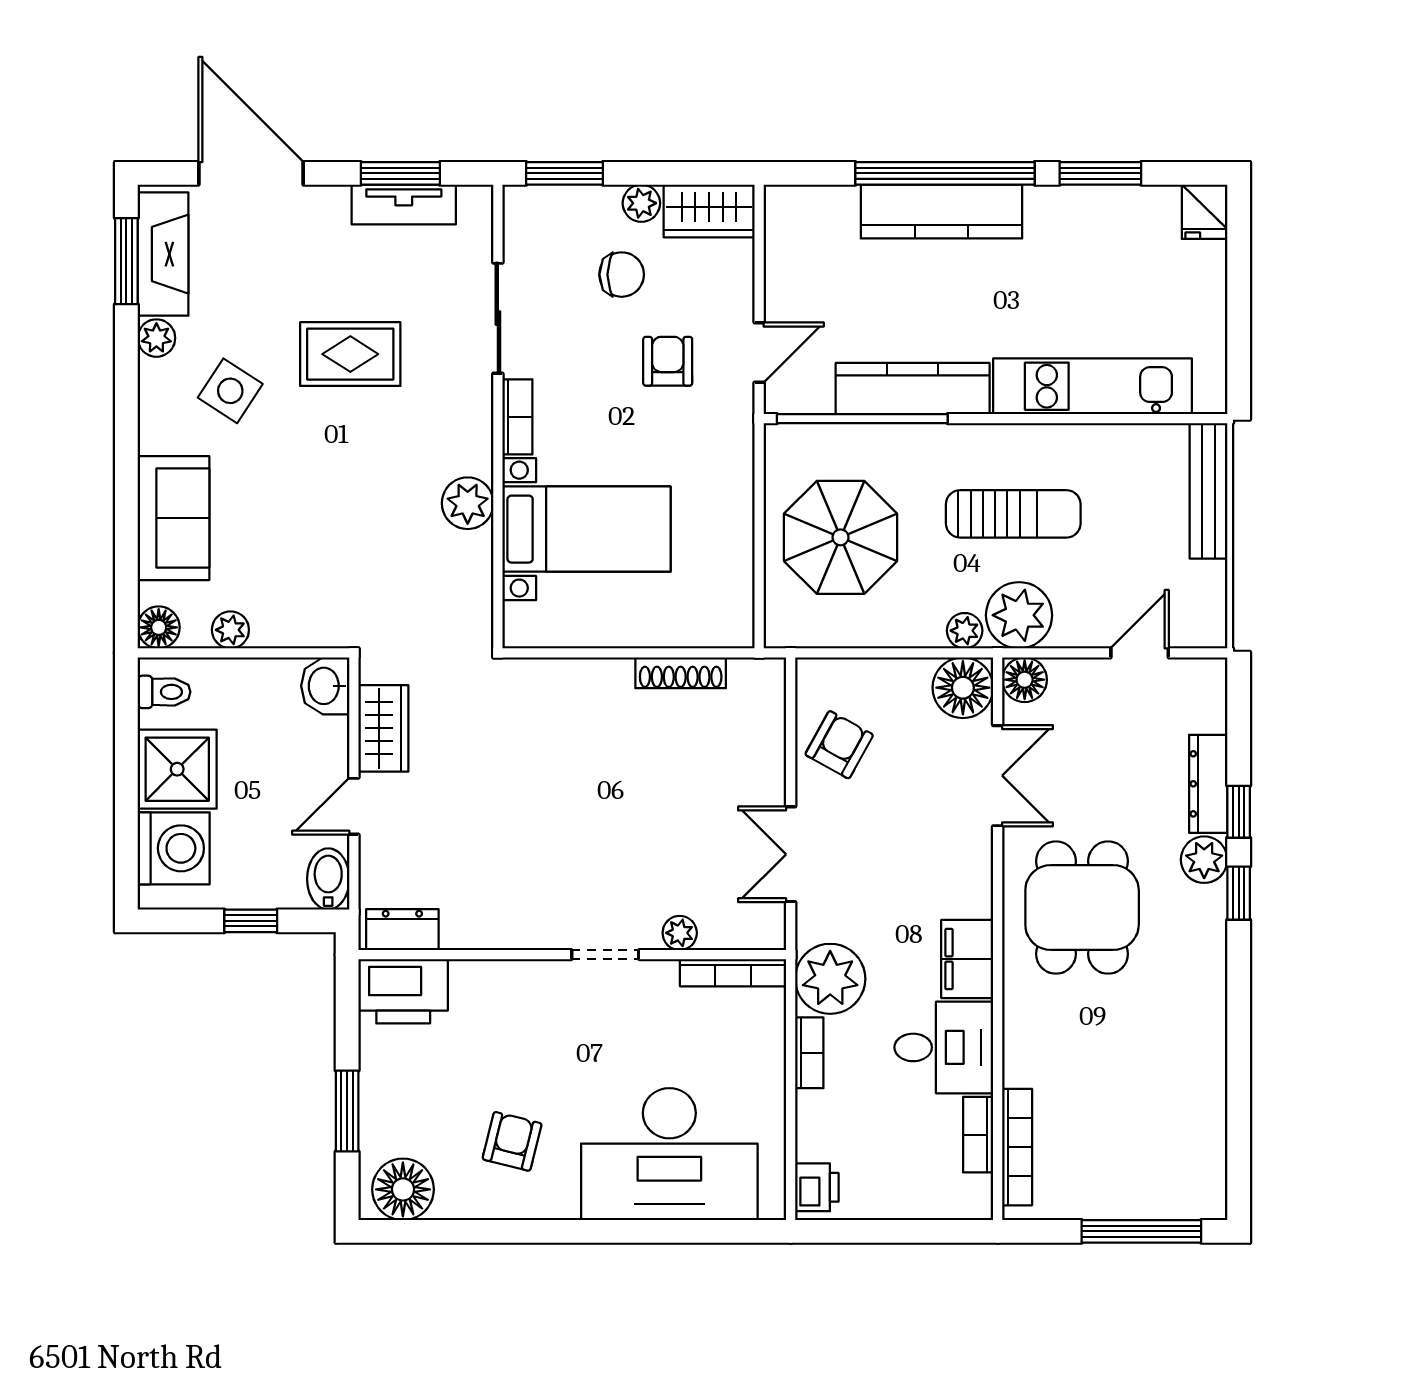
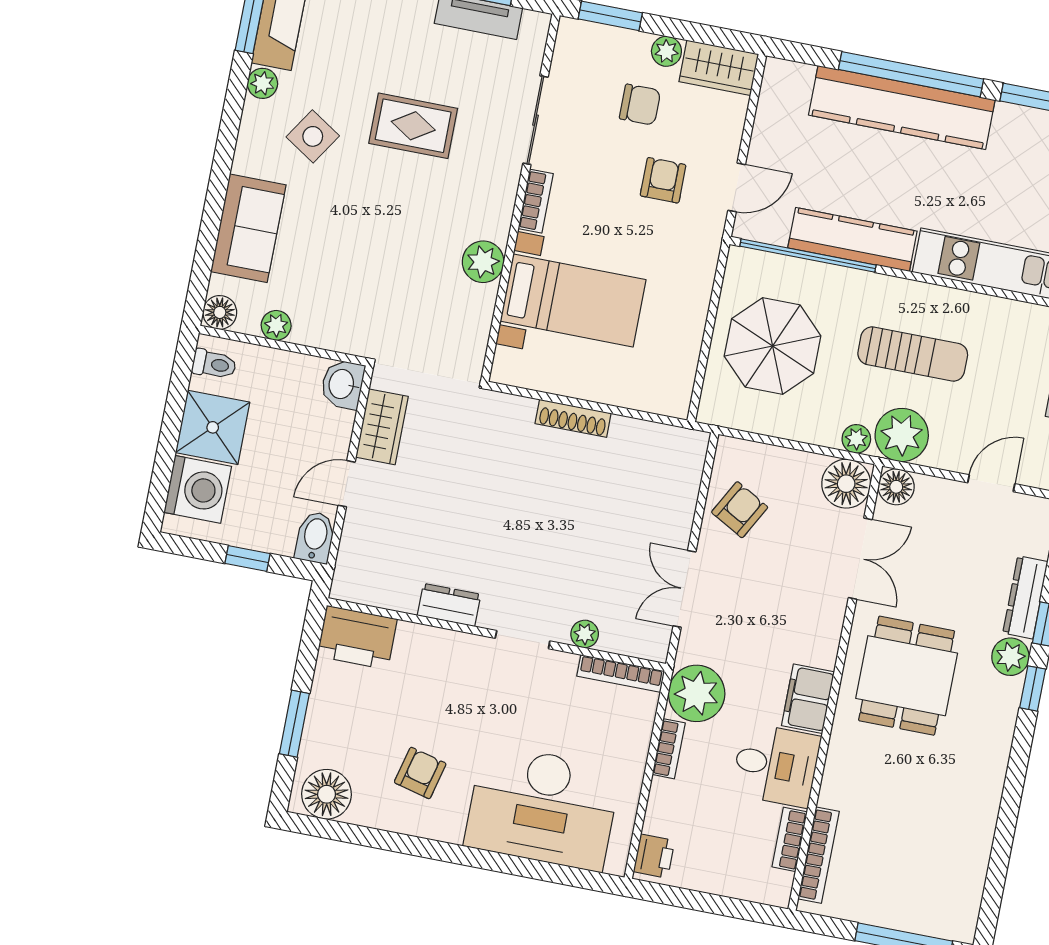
kitchen counter: (942, 211) -> (902, 107), width x1.39, depth x1.17
shoe rack: (681, 673) -> (573, 418), moved
dresser: (402, 930) -> (449, 605), moved

